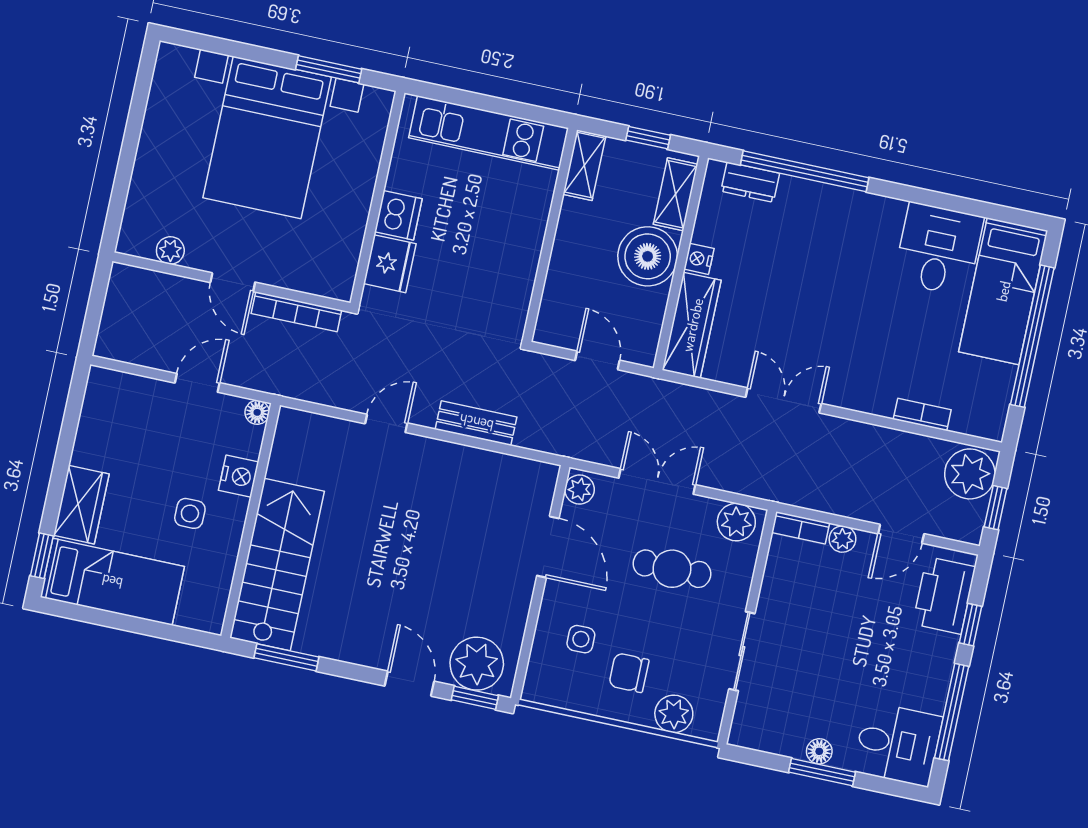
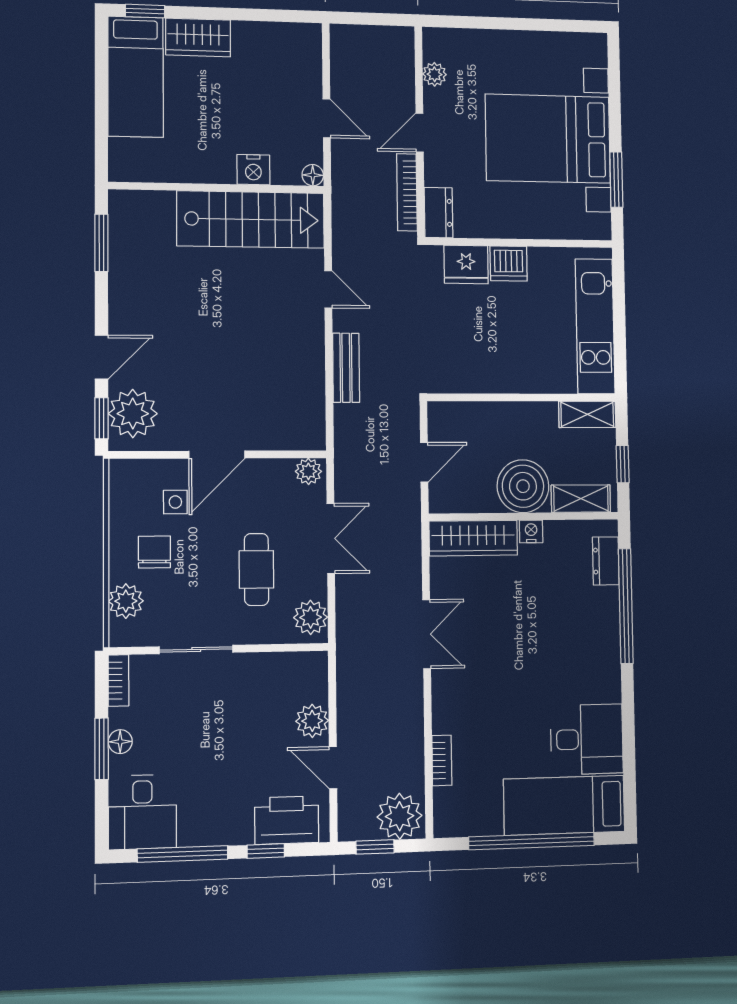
dresser: (326, 282) -> (438, 213), added
side table: (190, 513) -> (211, 133), removed
bookcase: (801, 528) -> (118, 680), moved, turned 180
plant: (843, 539) -> (312, 721), width x1.38, depth x1.38
door: (548, 547) -> (217, 455), moved
stairs: (277, 564) -> (251, 219), moved

